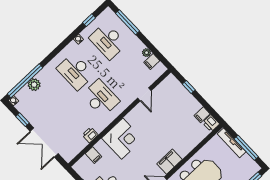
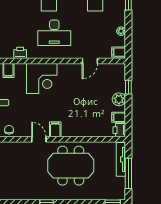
filing cabinet: (152, 62) -> (119, 52), moved
desk: (101, 98) -> (54, 33), turned 90
plant: (190, 102) -> (119, 99), added
filing cabinet: (169, 162) -> (55, 129), width x0.50

